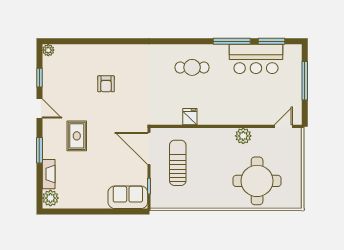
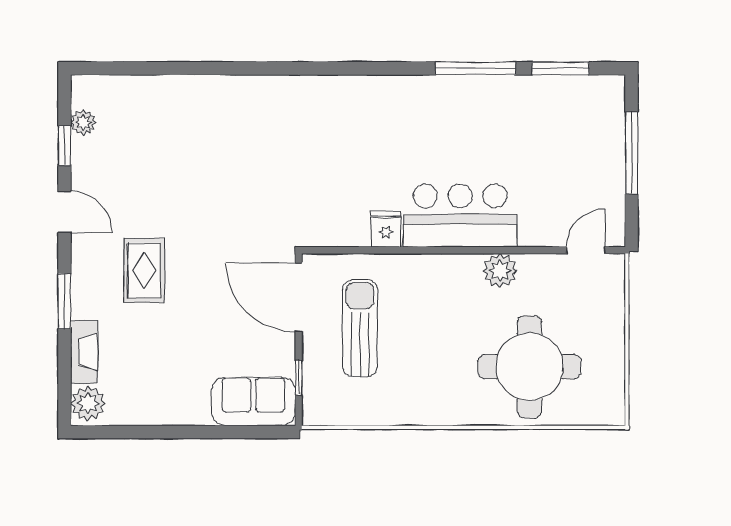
plant: (48, 50) -> (83, 122), moved
bar counter: (256, 59) -> (460, 216), moved, turned 180
cafe table: (192, 67) -> (391, 124), removed
armchair: (106, 84) -> (207, 159), removed

